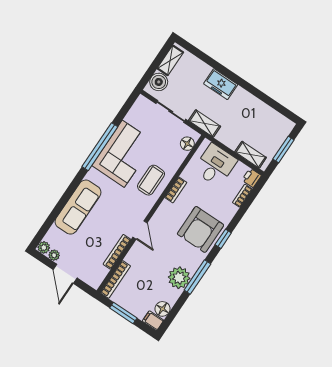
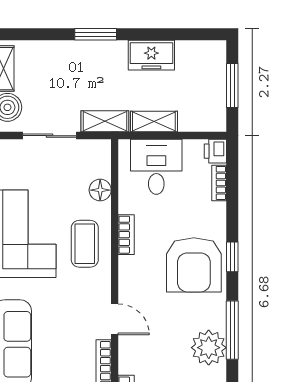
window: (230, 75) -> (96, 34), added
freezer: (221, 84) -> (151, 55), moved
floor lamp: (187, 144) -> (100, 190), moved
shelving: (251, 155) -> (154, 122), moved

